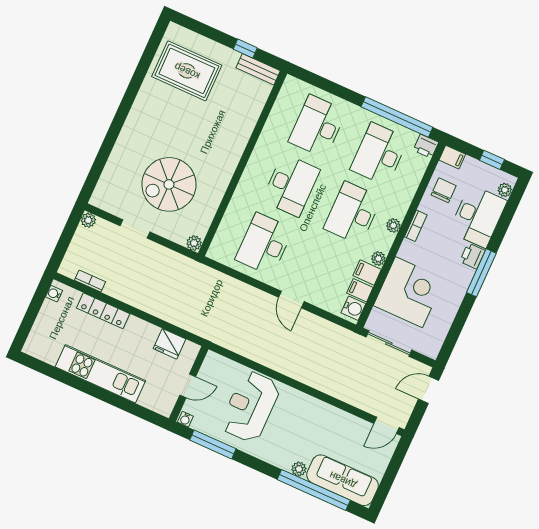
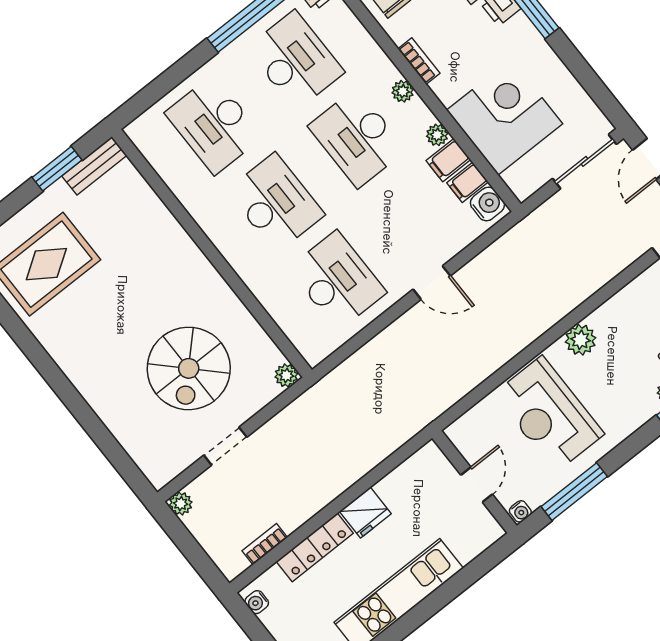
window: (245, 48) -> (57, 169), width x1.50
desk: (379, 154) -> (295, 60), turned 180
desk: (264, 244) -> (337, 280), turned 180
fridge: (170, 344) -> (365, 512), moved
sliding door: (389, 344) -> (585, 161), moved
plant: (303, 403) -> (581, 340), added

